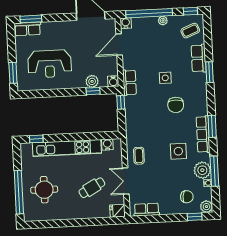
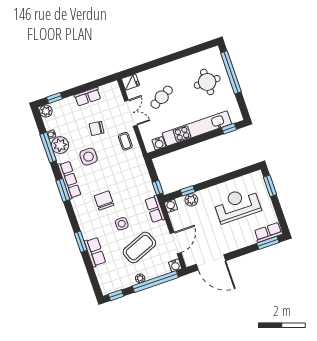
coffee table: (190, 31) -> (139, 248), moved, width x1.86, depth x1.72
chair: (187, 197) -> (97, 128), moved
row of seats: (147, 210) -> (88, 97), moved

